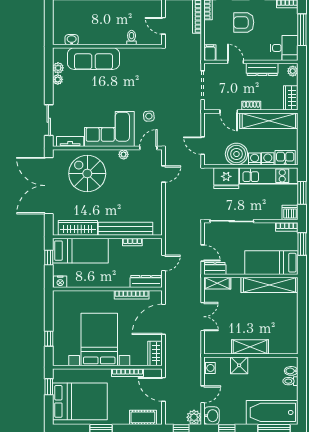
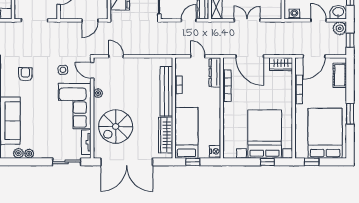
armchair: (144, 75) -> (25, 74), added
bed with nightstands: (99, 340) -> (265, 134), moved, turned 90

